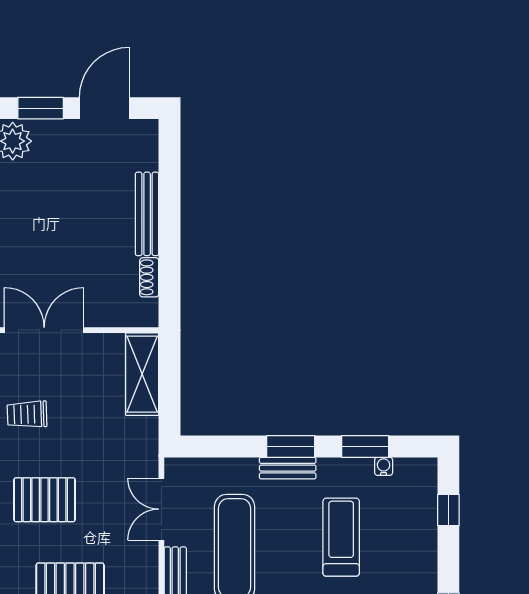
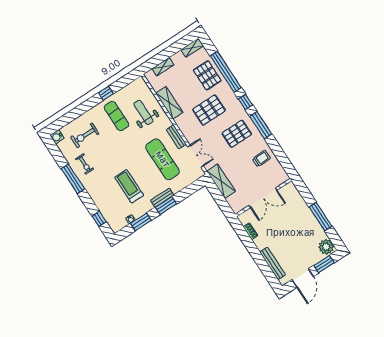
bench: (147, 214) -> (273, 263), moved
double door: (44, 330) -> (263, 198), moved
shelving: (142, 374) -> (221, 181), moved
treadmill: (341, 537) -> (129, 186), turned 180

